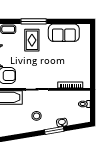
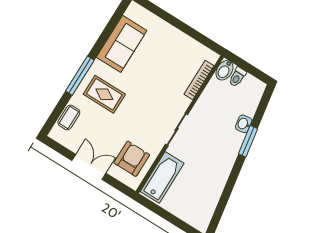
bidet: (84, 95) -> (224, 70), added
stool: (37, 116) -> (213, 153), removed

